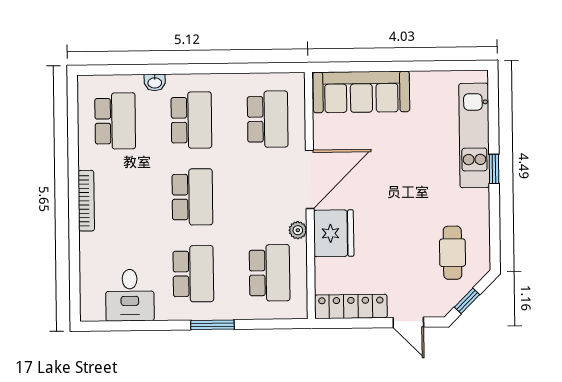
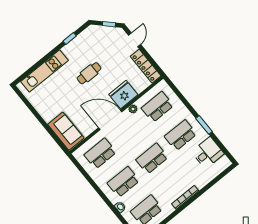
sofa: (361, 92) -> (66, 131), width x0.73
window: (494, 169) -> (70, 38), moved
cafe table: (453, 253) -> (89, 73), moved
window: (212, 325) -> (204, 125), moved

